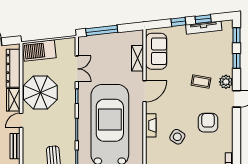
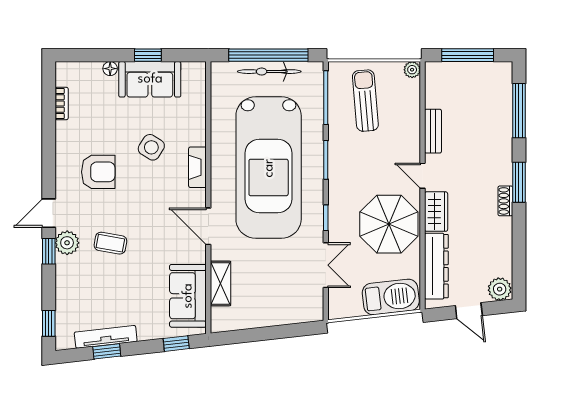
window: (178, 22) -> (176, 344), moved
window: (102, 31) -> (283, 332), removed
window: (237, 61) -> (49, 251), moved
double door: (77, 69) -> (326, 265), swing flipped
door: (145, 91) -> (208, 226), hinge flipped
door: (21, 120) -> (422, 176), swing flipped
armchair: (208, 123) -> (98, 172), turned -90

